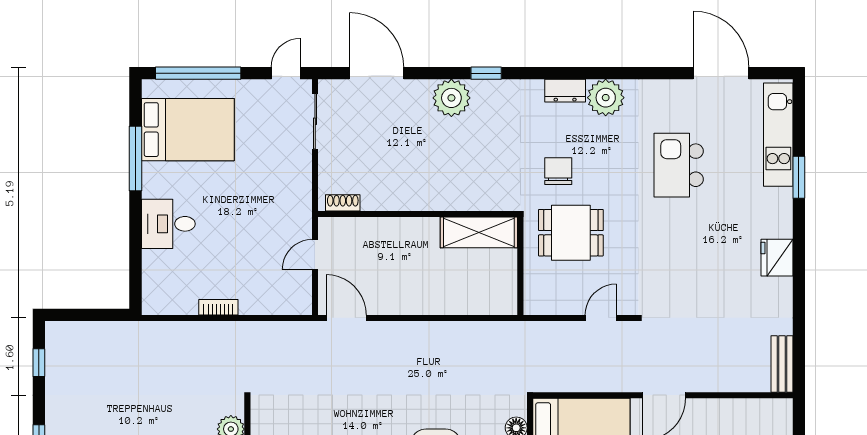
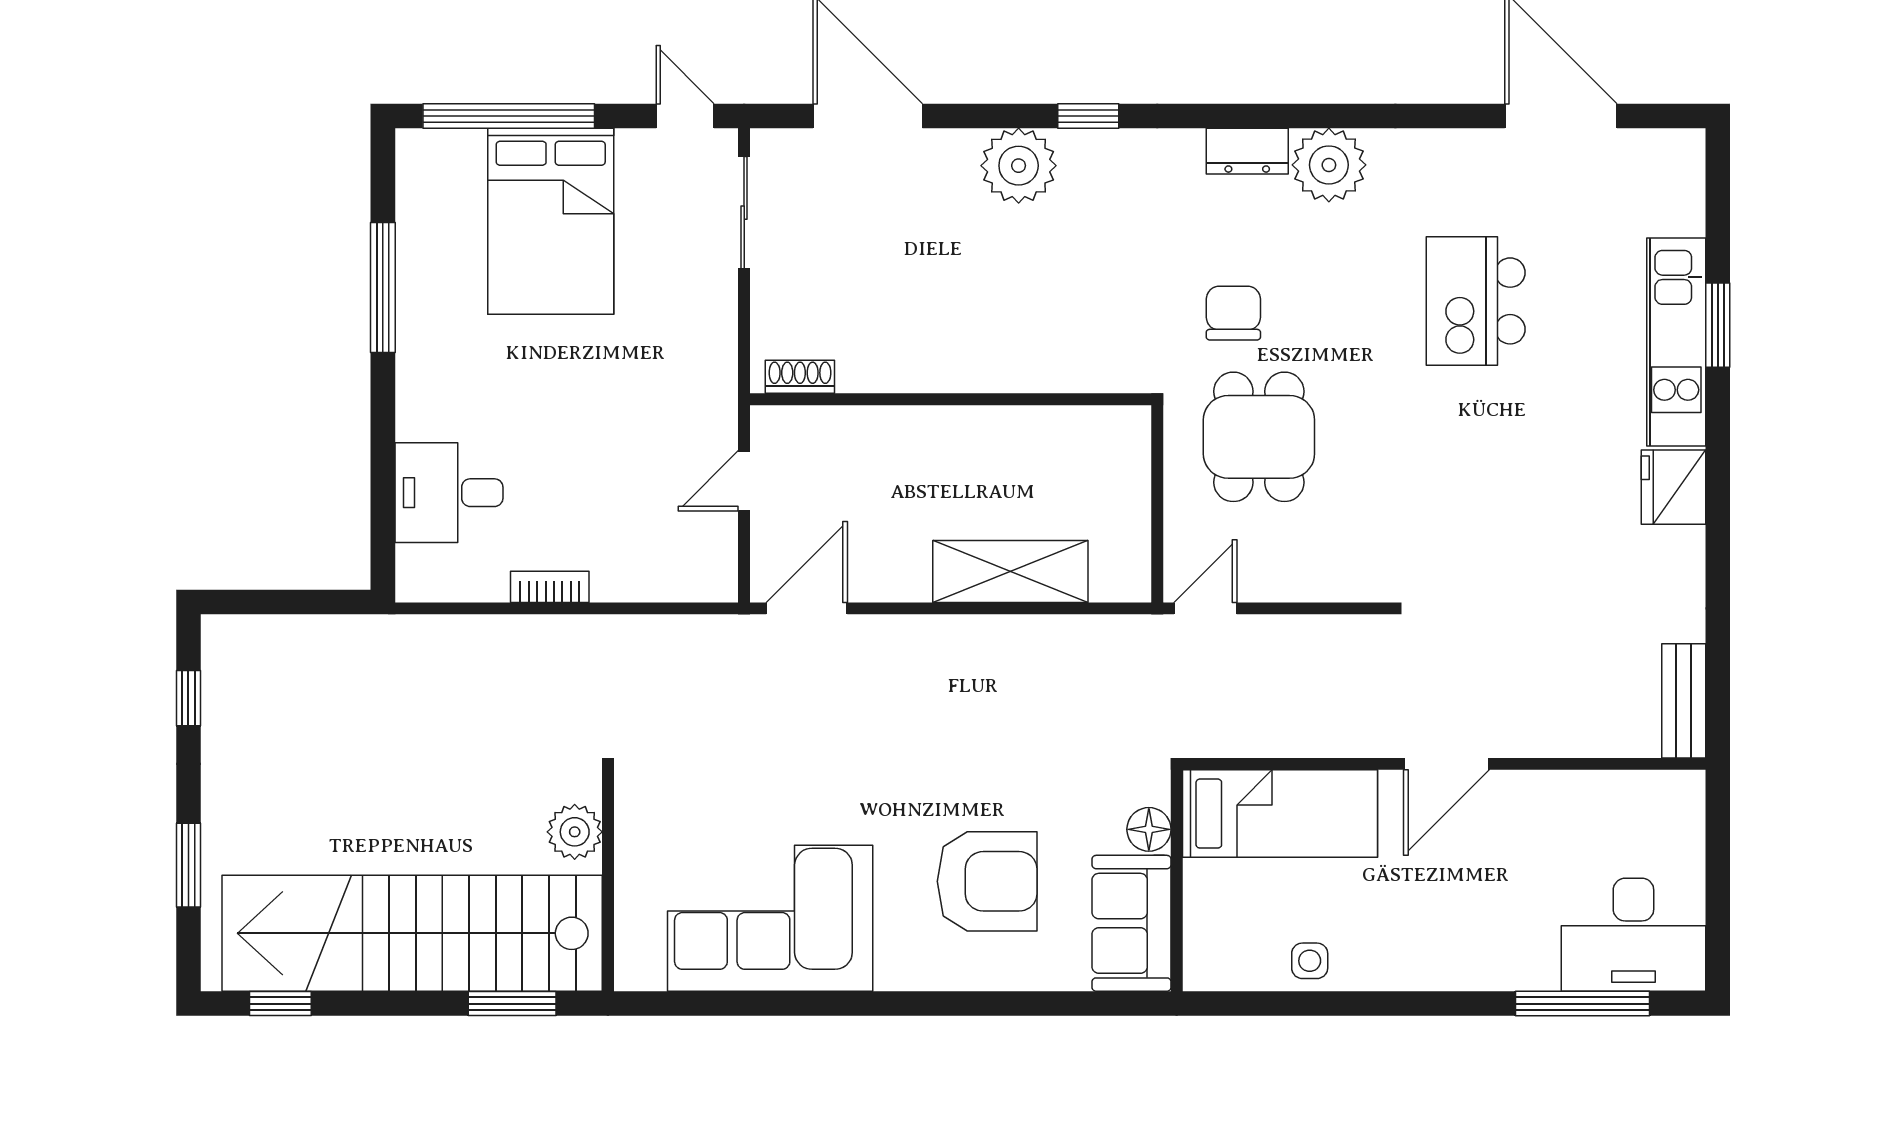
door: (286, 73) -> (685, 116), hinge flipped
bed: (188, 130) -> (551, 221), moved, turned 90
kitchen unit: (778, 135) -> (1676, 342), moved
desk: (168, 224) -> (449, 493), moved
shelving: (479, 232) -> (1010, 571), moved
dining table: (571, 233) -> (1259, 437), turned 90
door: (346, 318) -> (807, 608), hinge flipped
door: (601, 318) -> (1205, 608), moved

